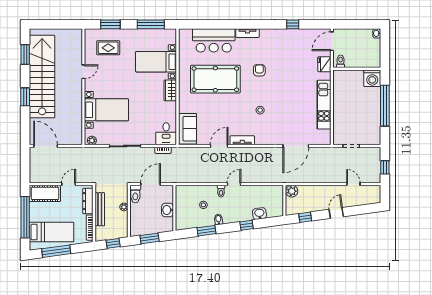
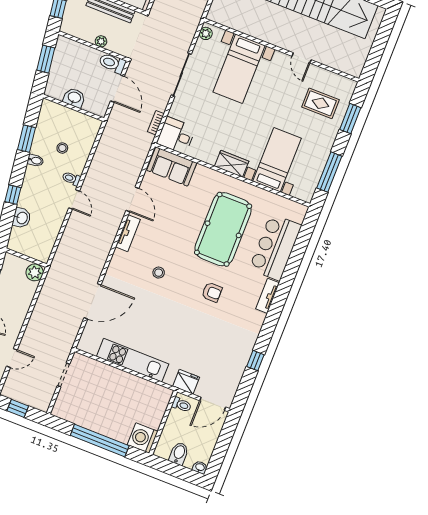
door: (332, 41) -> (213, 404), swing flipped
rug: (108, 48) -> (320, 103), turned 90
bidet: (373, 51) -> (179, 453), added
door: (296, 146) -> (92, 301), swing flipped

